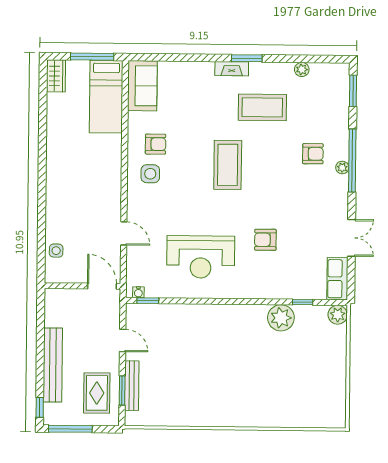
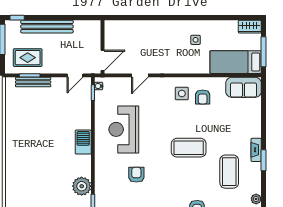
side table: (56, 251) -> (196, 40), moved
barbecue: (218, 315) -> (83, 142), added
door: (123, 340) -> (75, 75), moved

